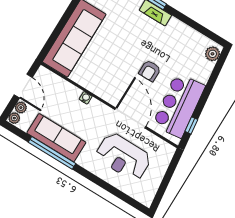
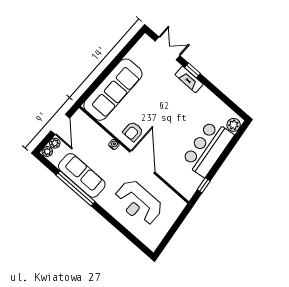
armchair: (150, 71) -> (133, 131), moved
bar counter: (179, 105) -> (208, 148), moved
door: (130, 118) -> (142, 162), moved

